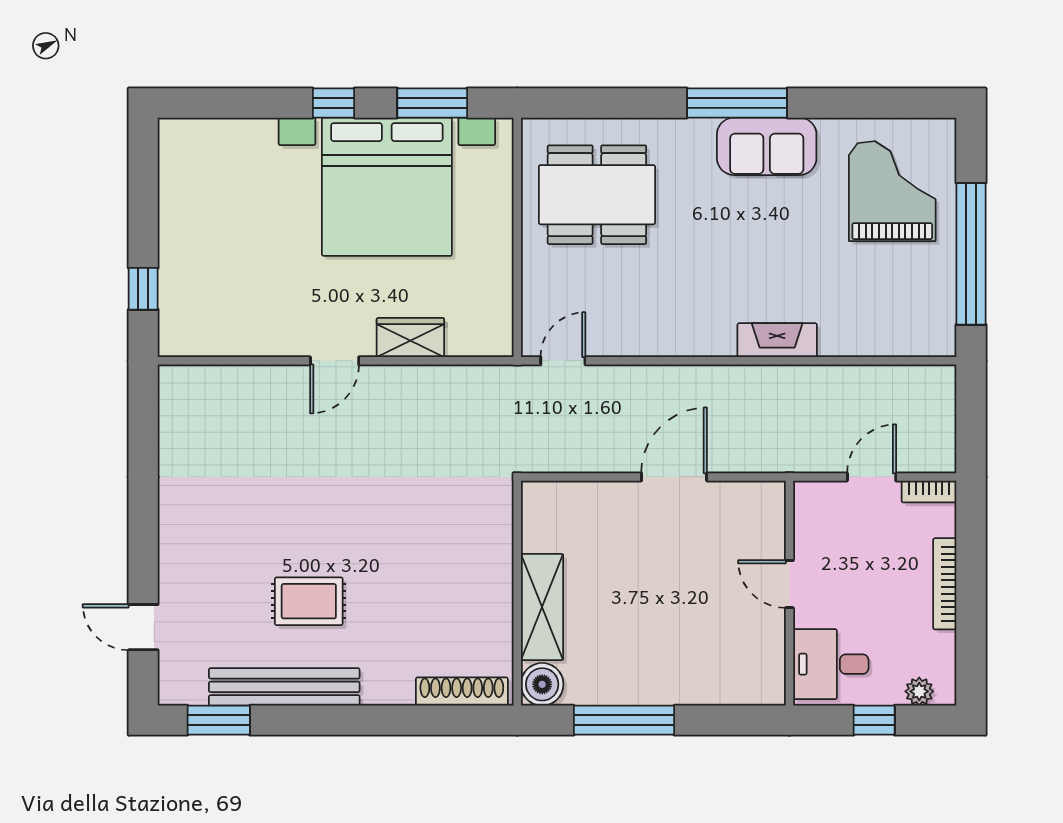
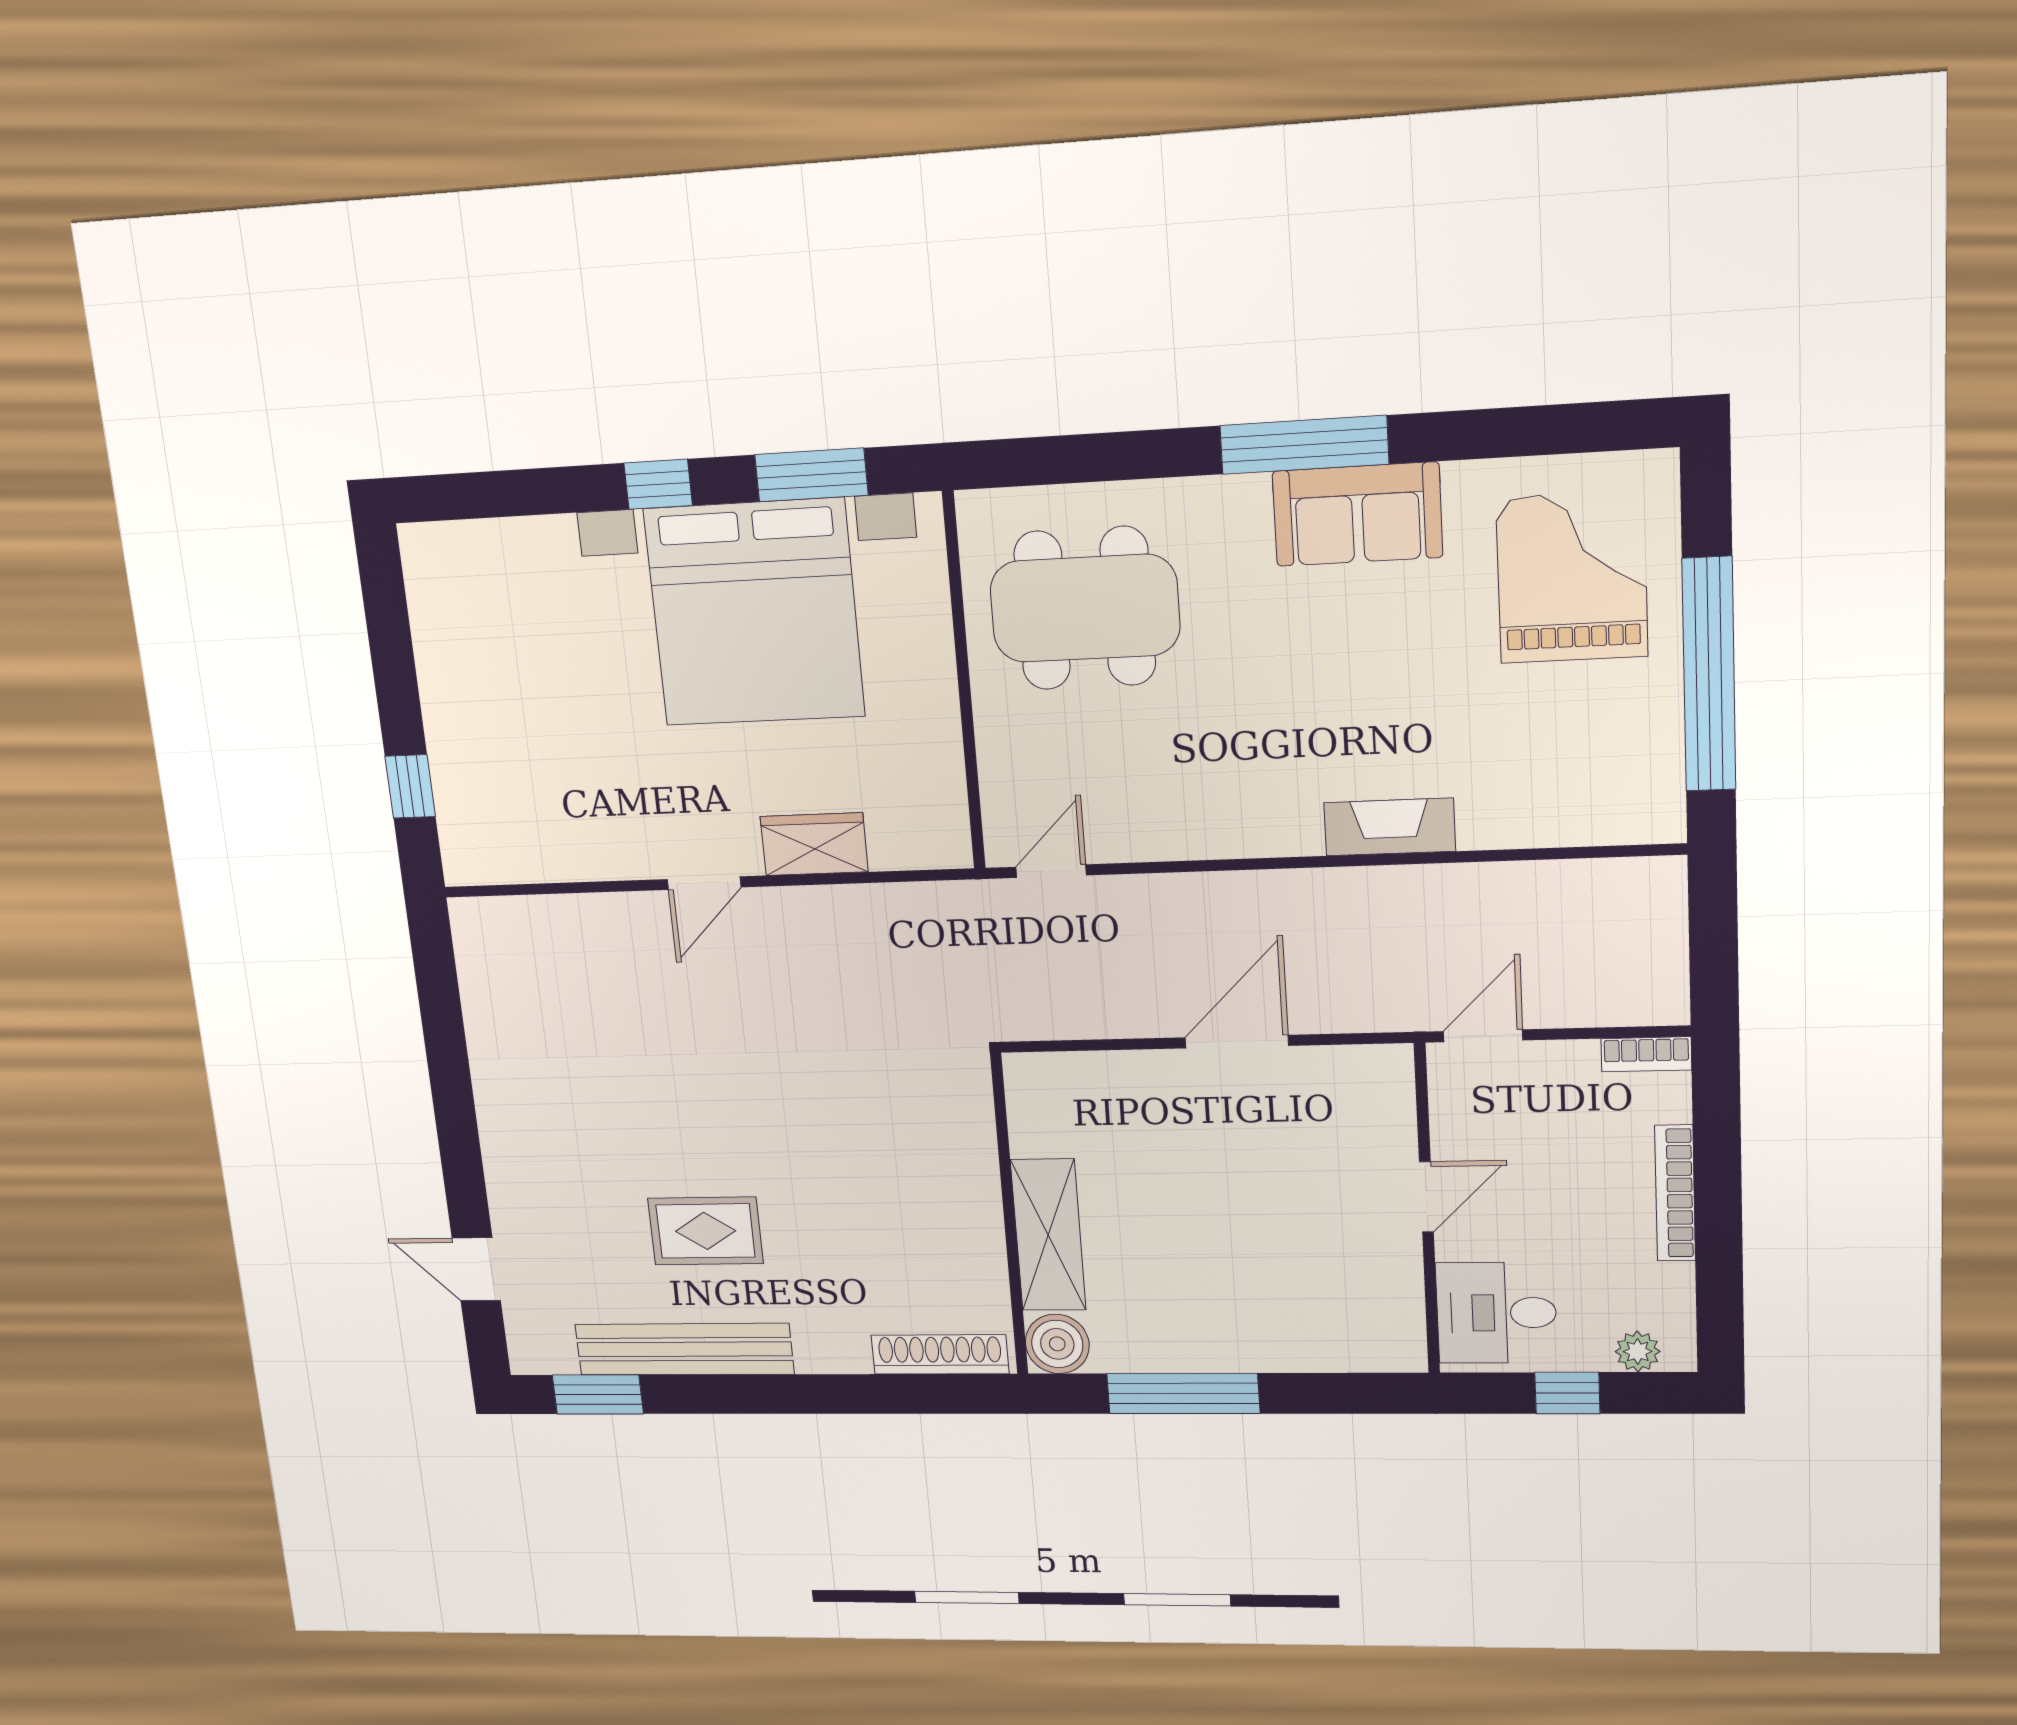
door: (872, 477) -> (1483, 1036), moved
door: (789, 584) -> (1426, 1197), swing flipped

